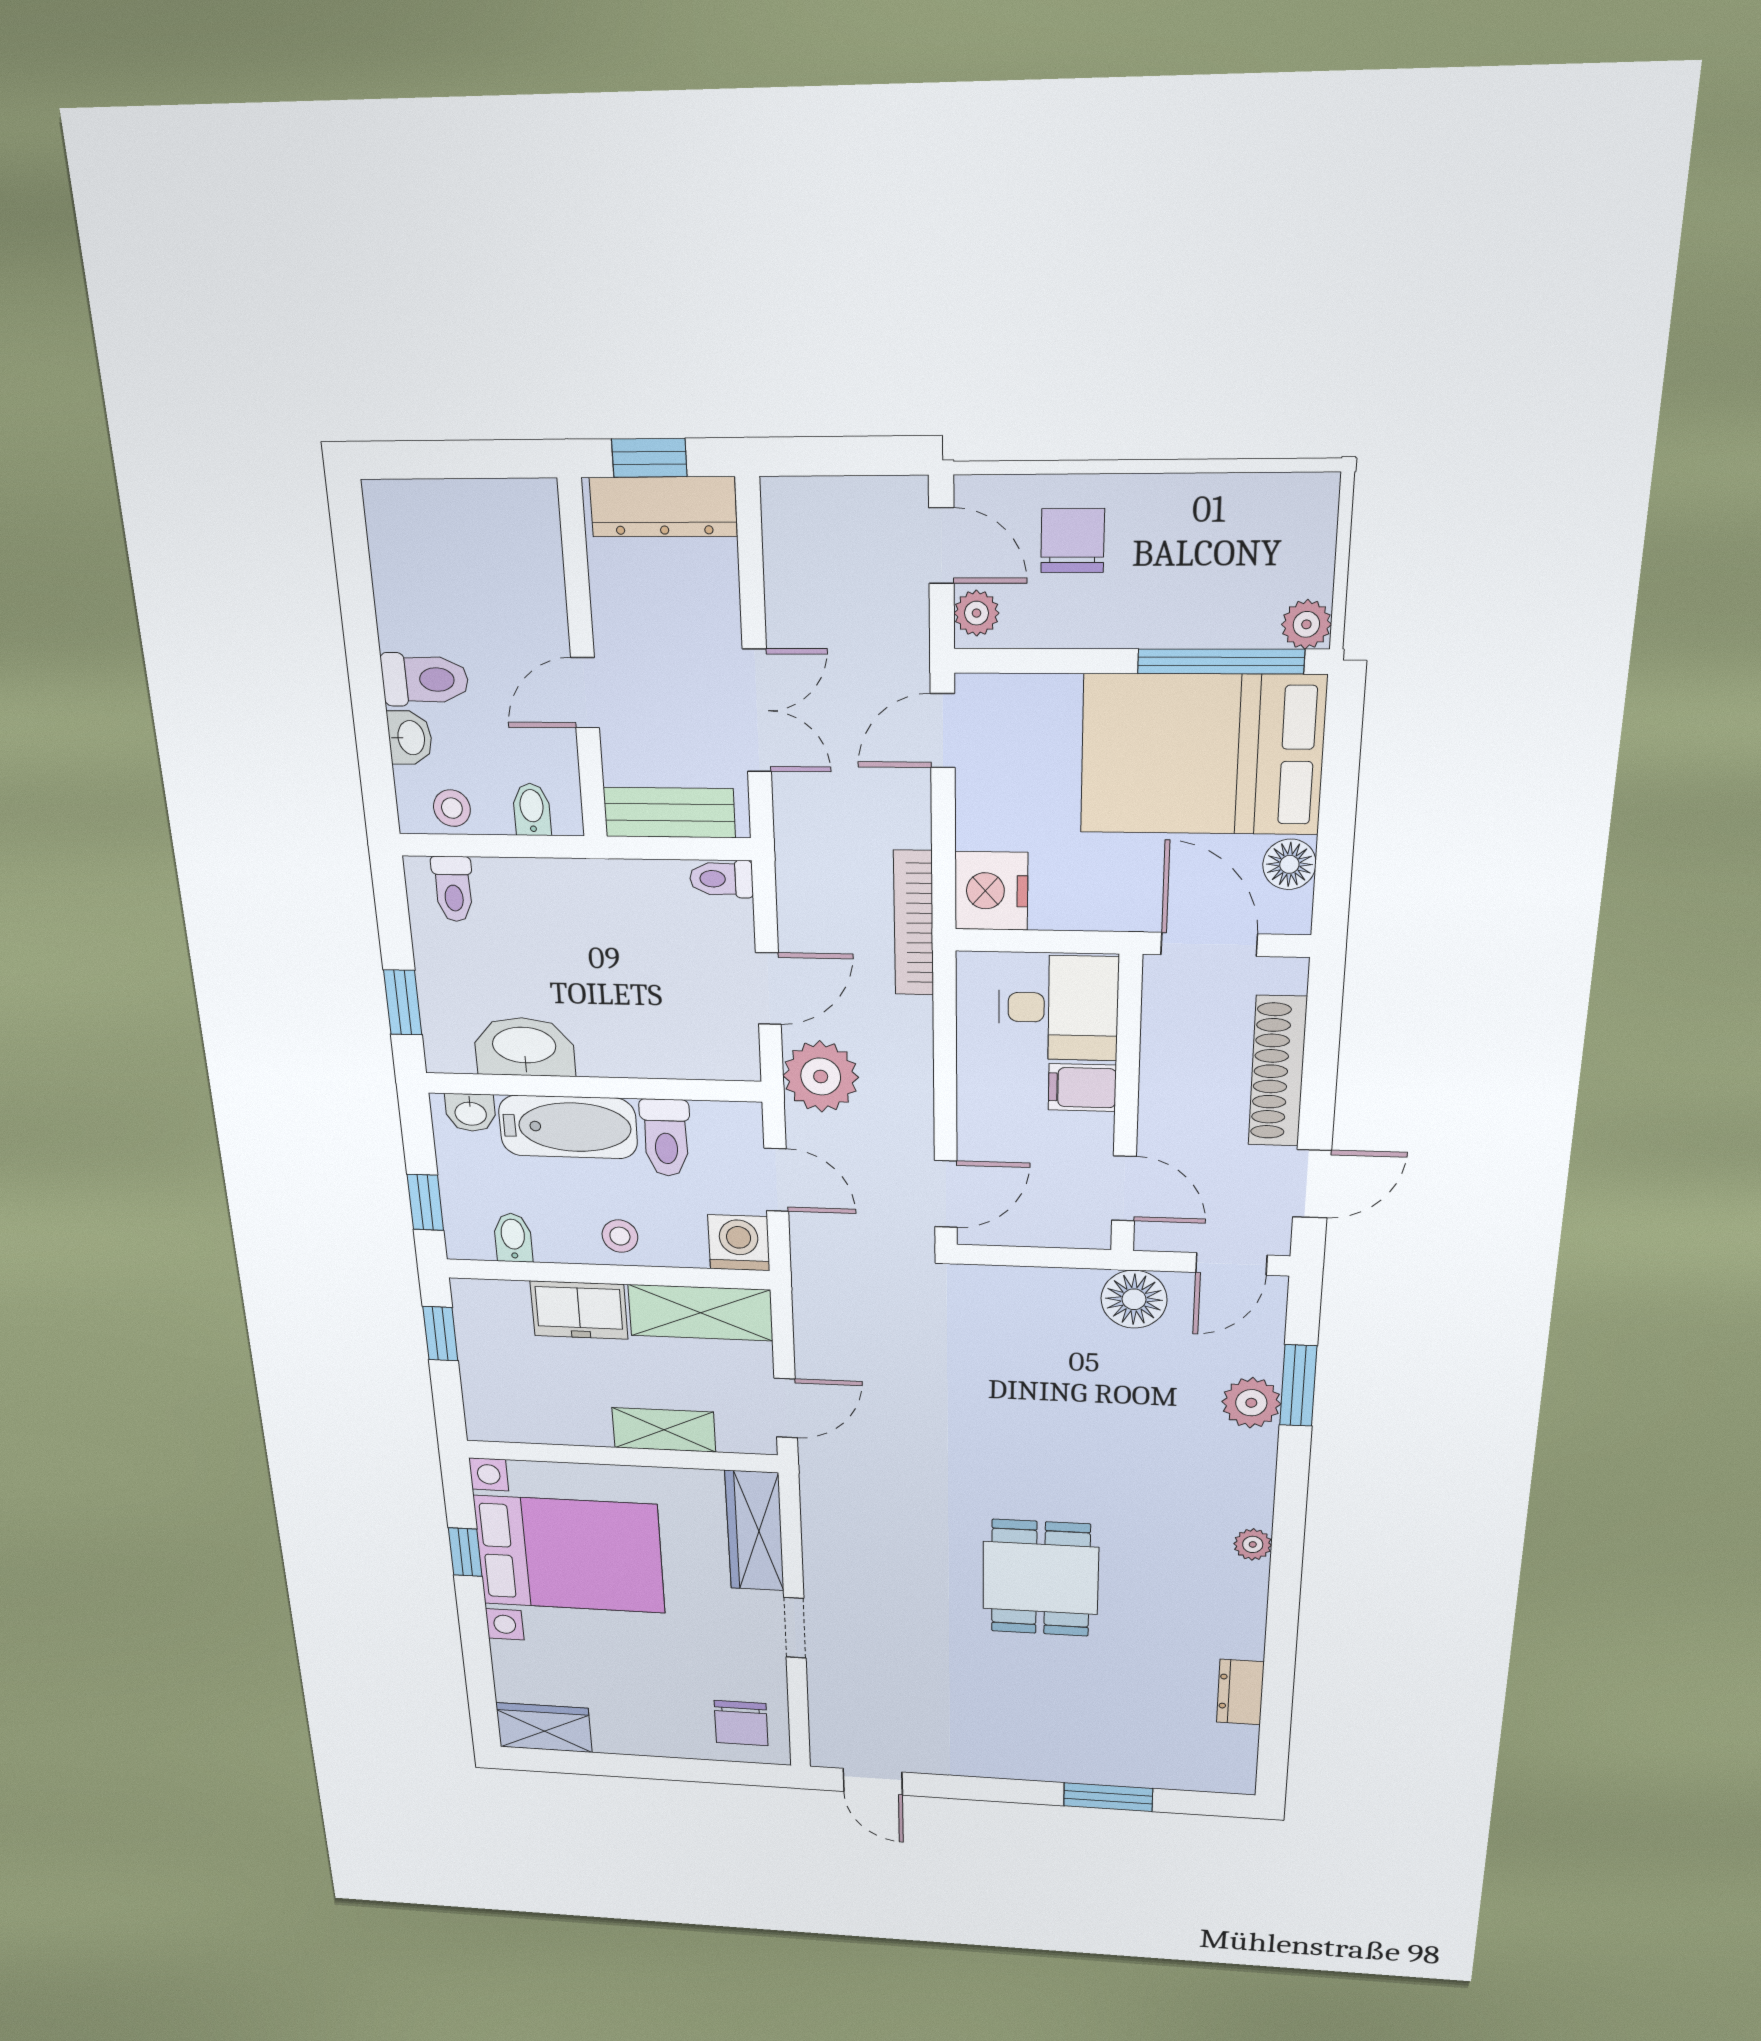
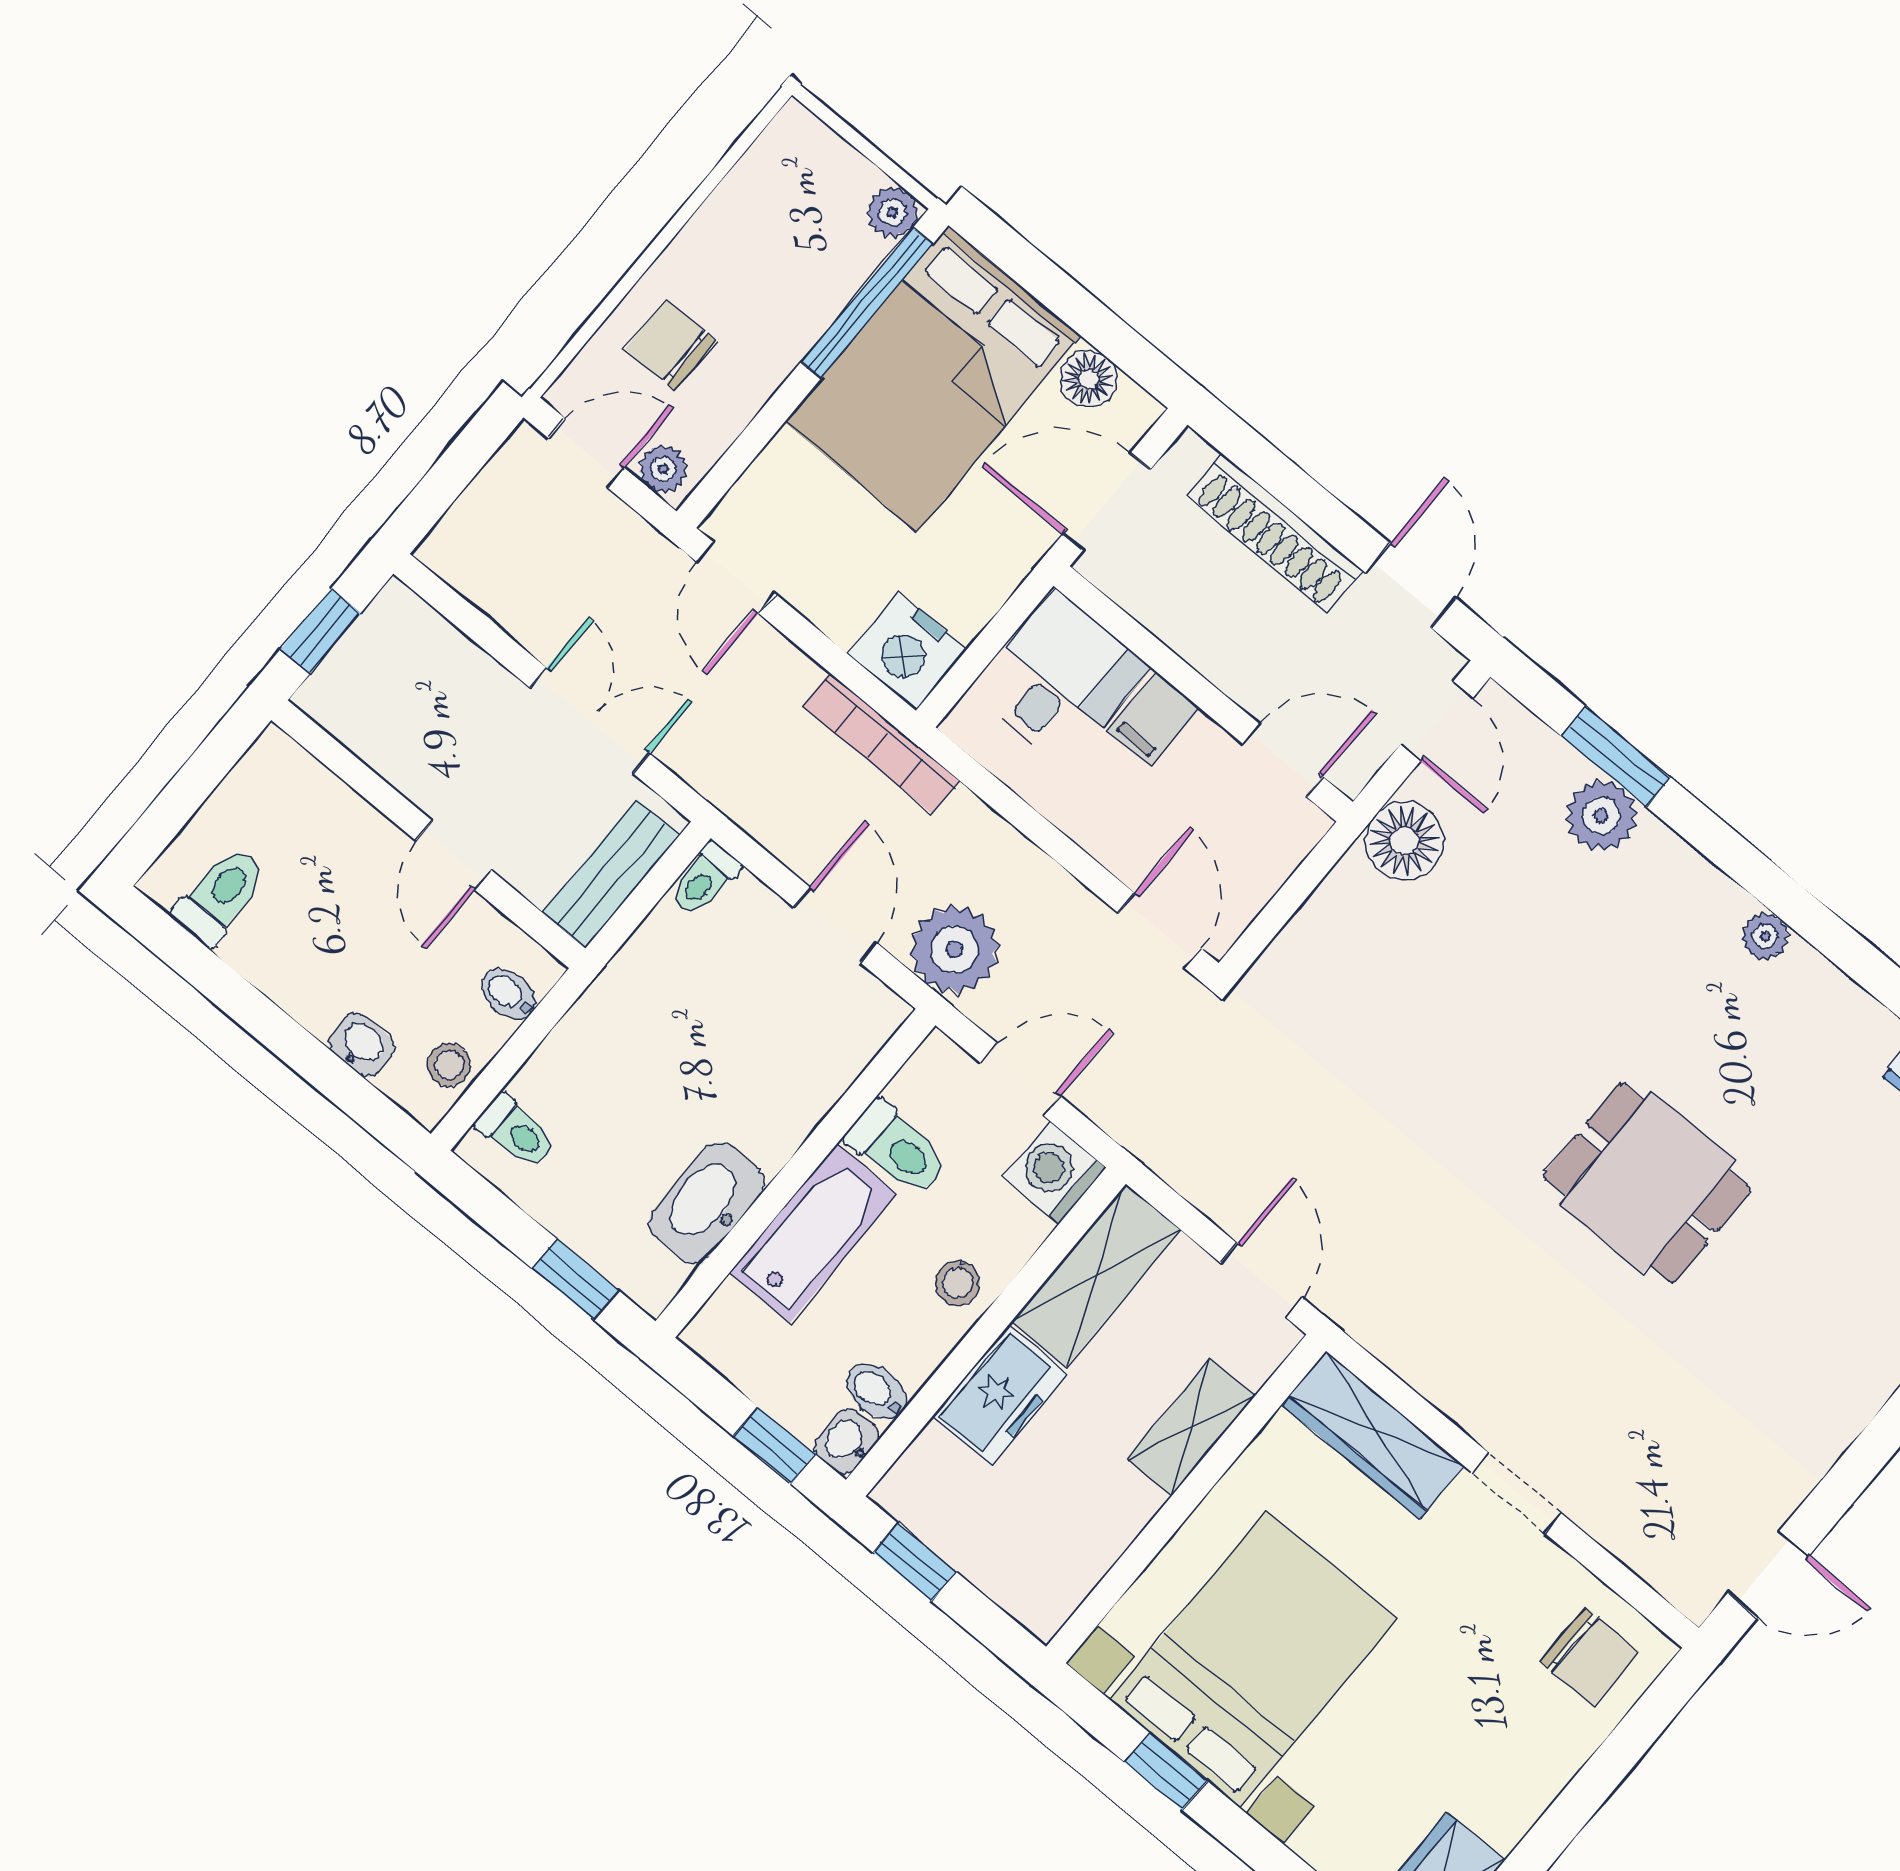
dresser: (663, 507) -> (366, 653), removed
toilet: (425, 679) -> (220, 896), moved
washbasin: (471, 1113) -> (846, 1441), moved, turned 180

